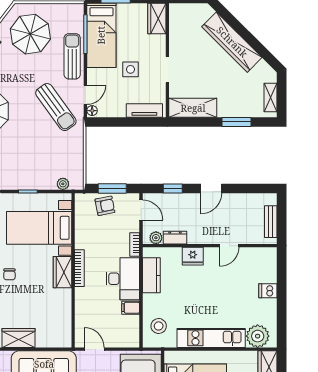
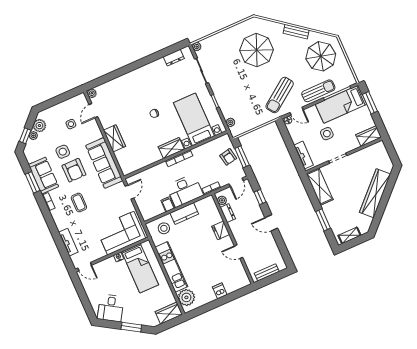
kitchen counter: (151, 275) -> (184, 214), moved

